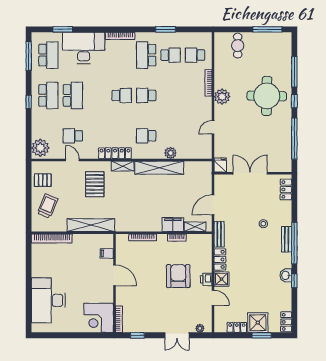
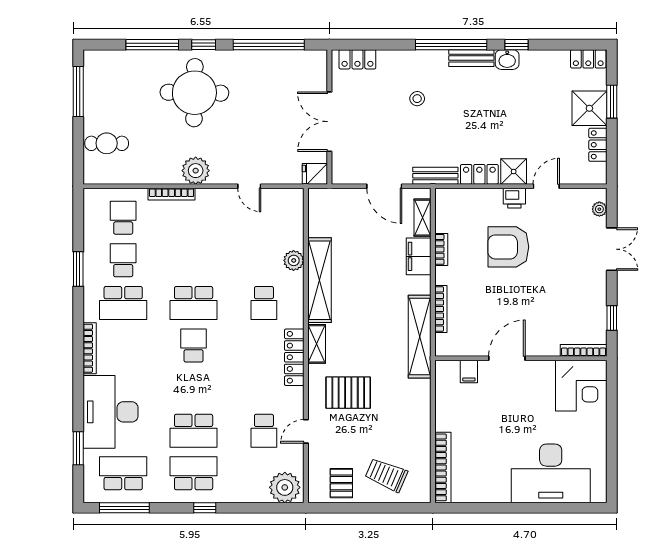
school desk: (195, 55) -> (123, 218), turned 180
school desk: (73, 95) -> (194, 431), turned 180
school desk: (146, 95) -> (194, 303), width x1.85
shelving: (91, 225) -> (420, 337), moved
bench: (287, 239) -> (471, 58), moved

